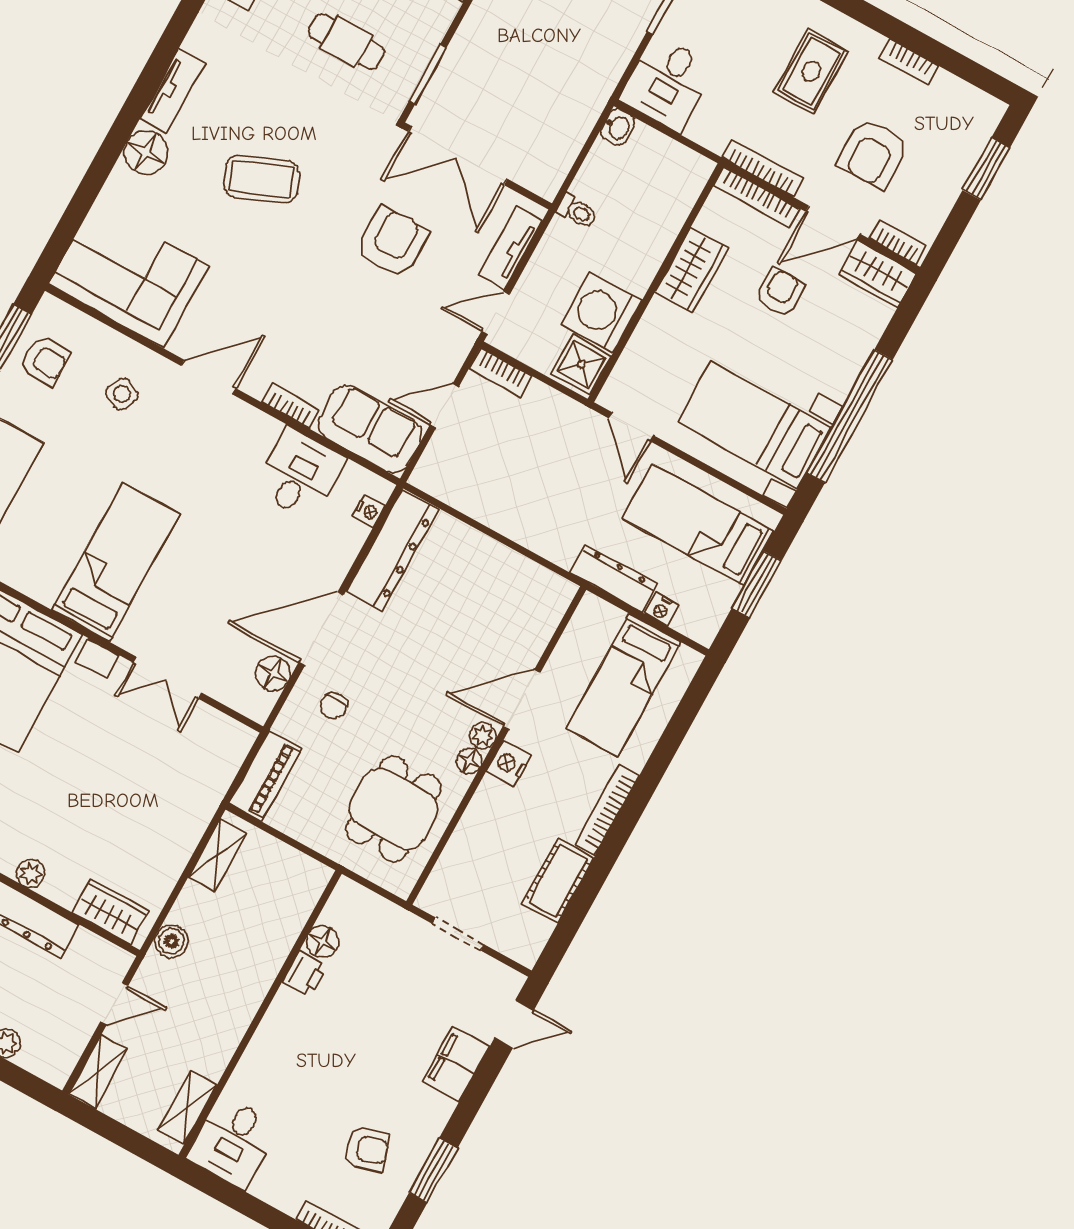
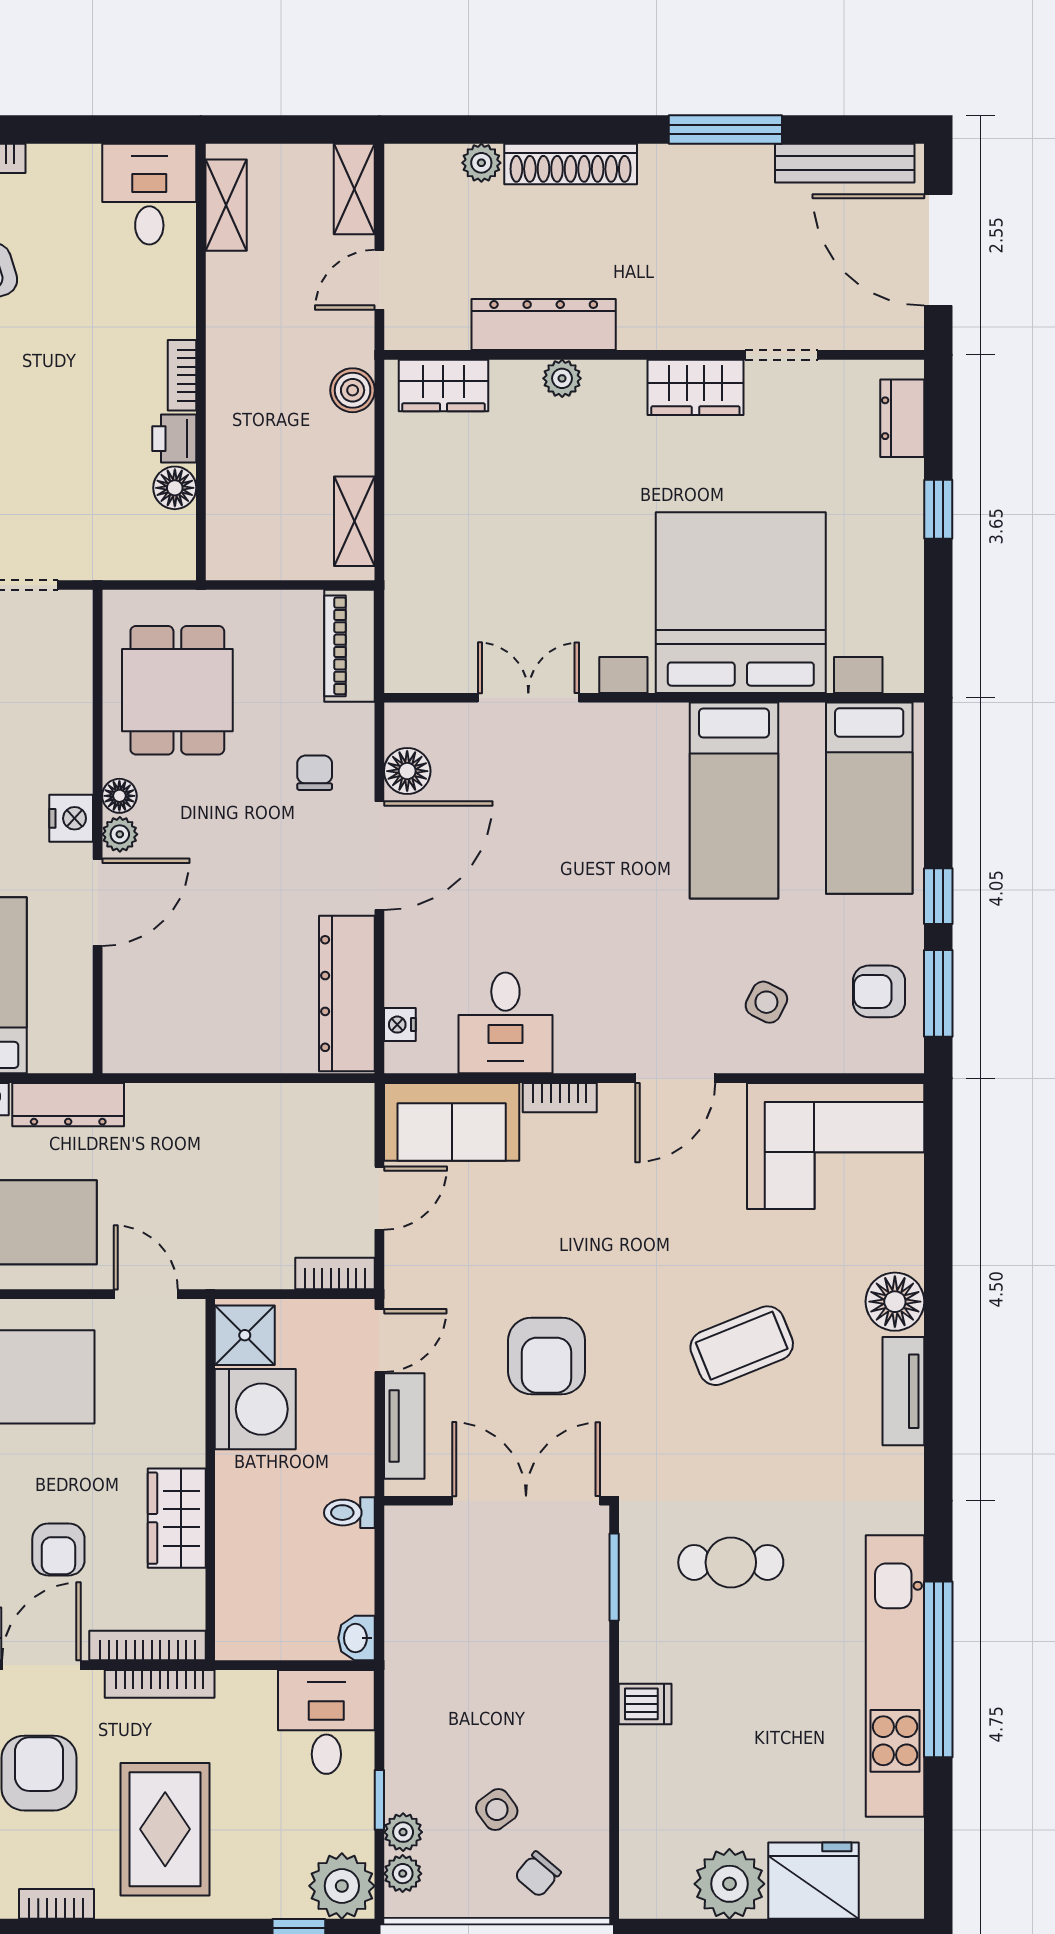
rug: (811, 71) -> (165, 1829), width x1.36, depth x1.43
bed: (116, 562) -> (734, 800), moved
bookcase: (277, 1012) -> (182, 375), added

